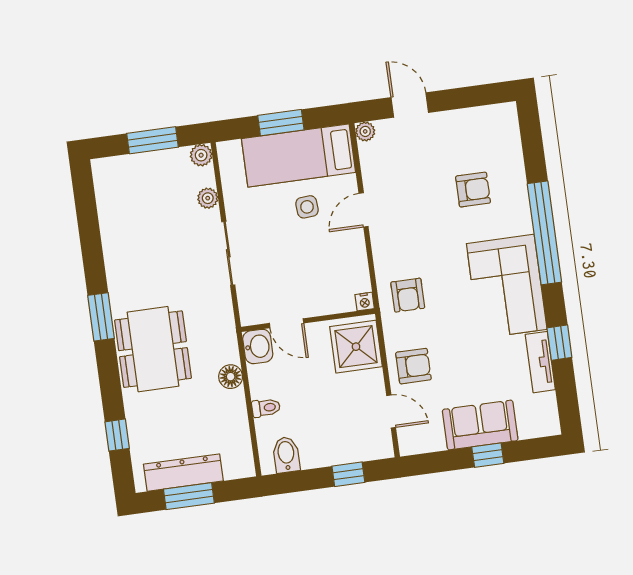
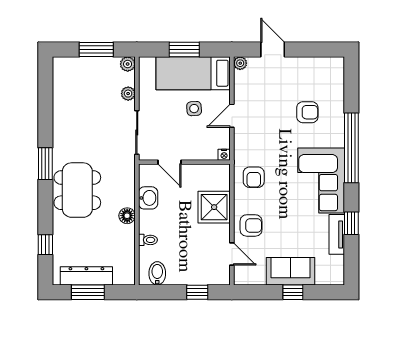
nightstand: (365, 302) -> (224, 155), moved
wall: (308, 320) -> (184, 162), moved
door: (287, 323) -> (170, 162), moved

